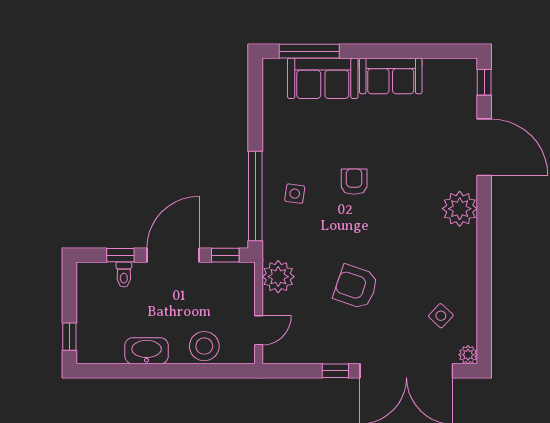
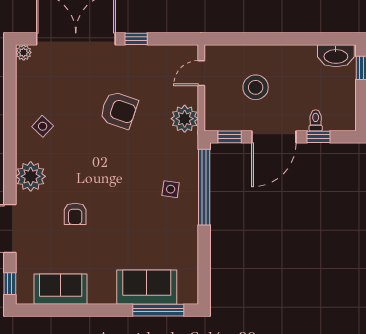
sofa: (391, 76) -> (61, 289), moved
armchair: (354, 182) -> (75, 214), moved
side table: (441, 316) -> (43, 126), moved
stool: (204, 346) -> (256, 87), moved
washbasin: (147, 351) -> (336, 56), moved

